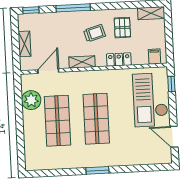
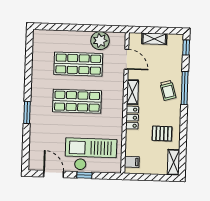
trolley: (95, 33) -> (168, 90), moved
locker: (119, 60) -> (132, 118), moved
window: (171, 84) -> (84, 175), moved
door: (174, 137) -> (54, 174), hinge flipped
window: (97, 170) -> (27, 112), moved

